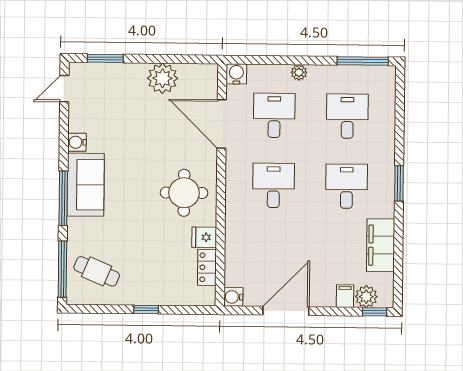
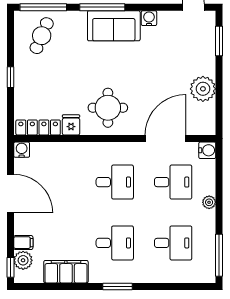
locker: (207, 267) -> (38, 127), width x1.53

